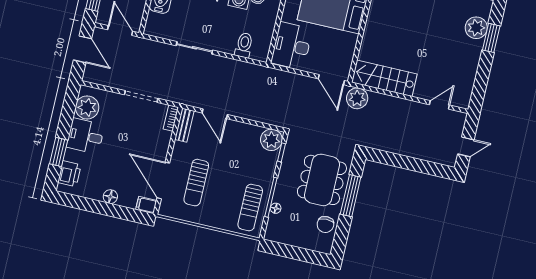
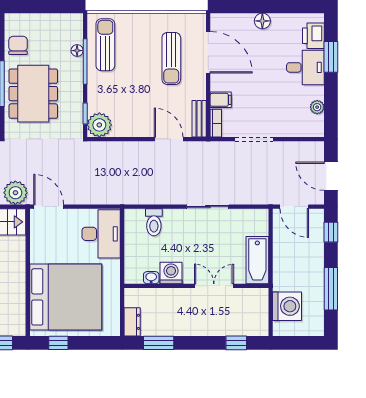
plant: (87, 107) -> (317, 107), width x0.53, depth x0.53
desk: (85, 136) -> (305, 67), moved
sun lounger: (196, 183) -> (171, 58), turned 180
filing cabinet: (146, 205) -> (221, 100), moved

